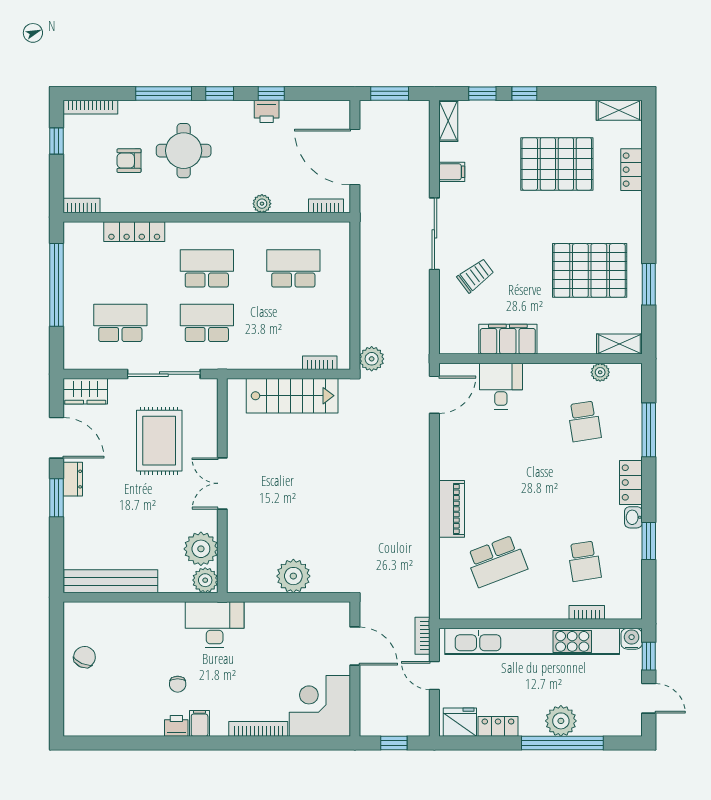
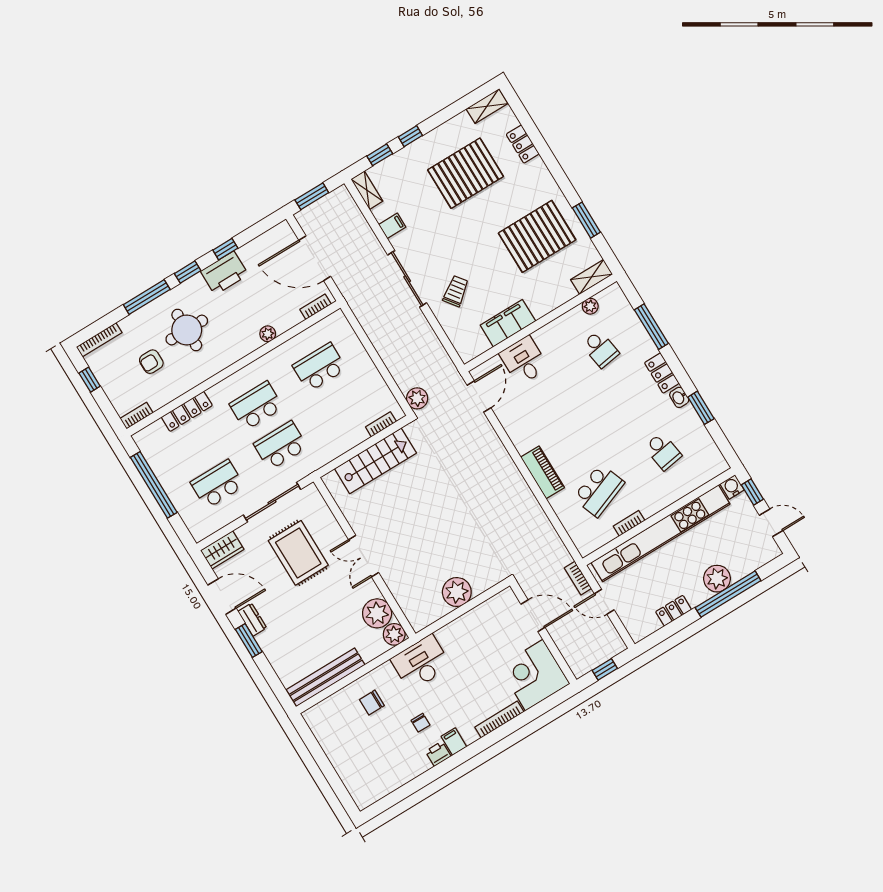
printer: (267, 111) -> (224, 273), width x1.87, depth x1.48
bookcase: (587, 612) -> (629, 523), moved
chair: (85, 657) -> (372, 703), moved, turned -114
fridge: (460, 722) -> (644, 625), removed

